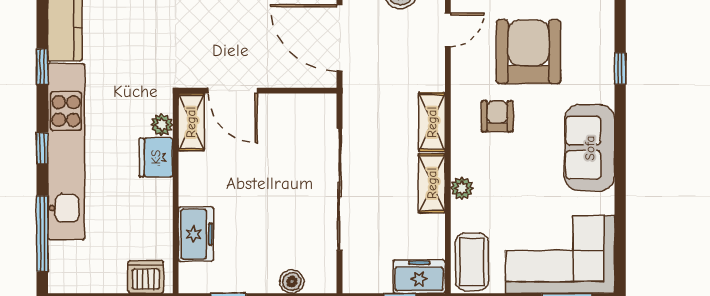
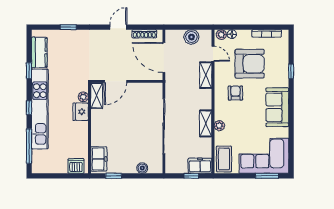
door: (448, 30) -> (213, 54), hinge flipped
armchair: (529, 52) -> (250, 64), turned 90
door: (233, 91) -> (115, 81), hinge flipped
shelving: (432, 122) -> (206, 75), moved
freezer: (196, 234) -> (99, 159), moved

